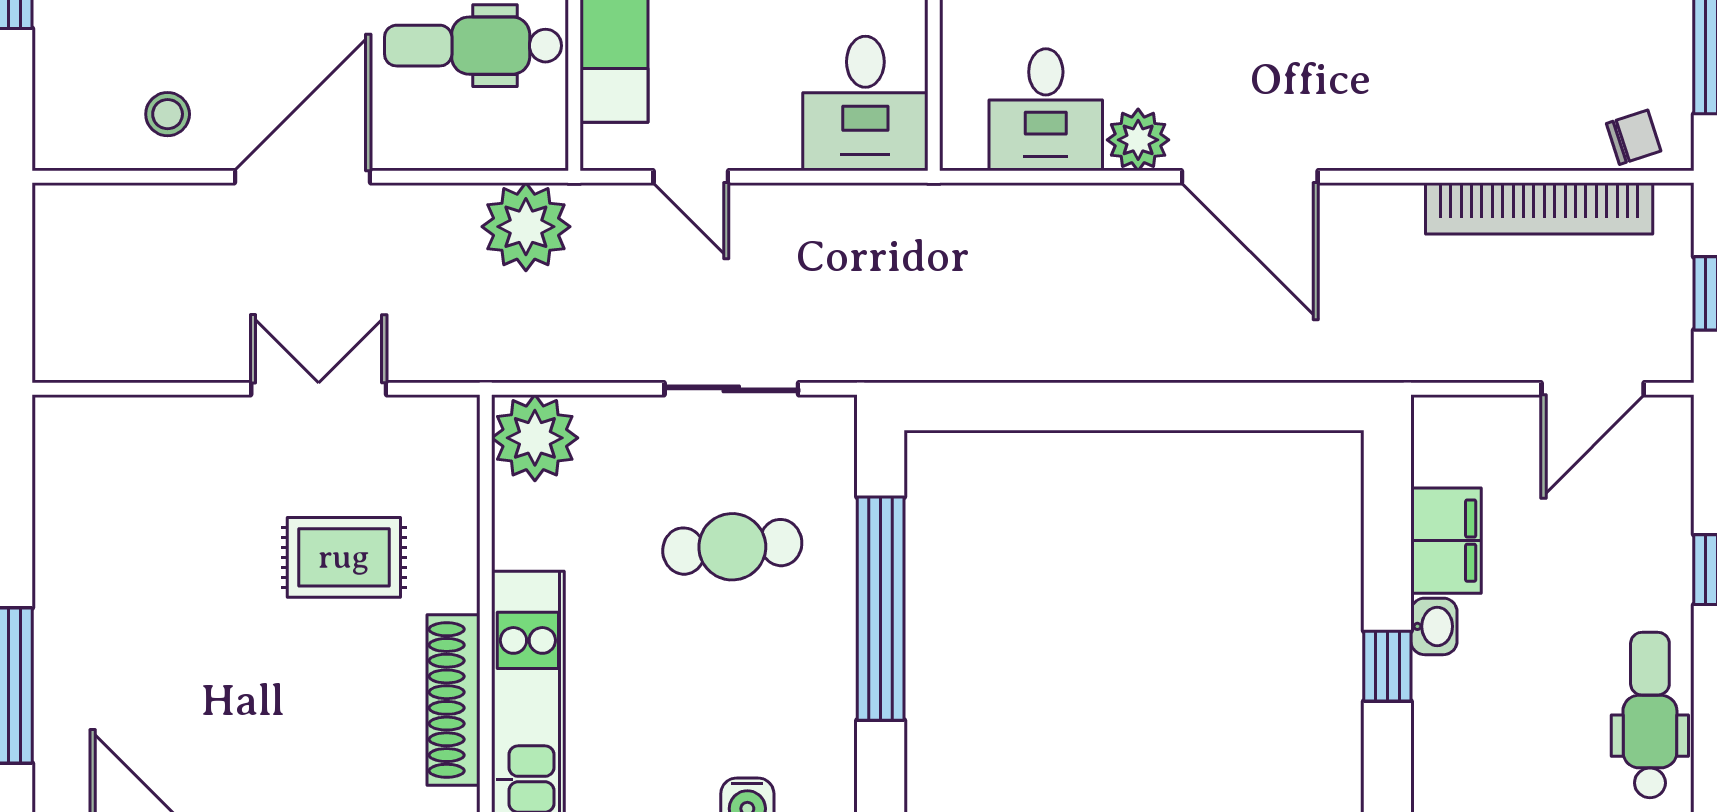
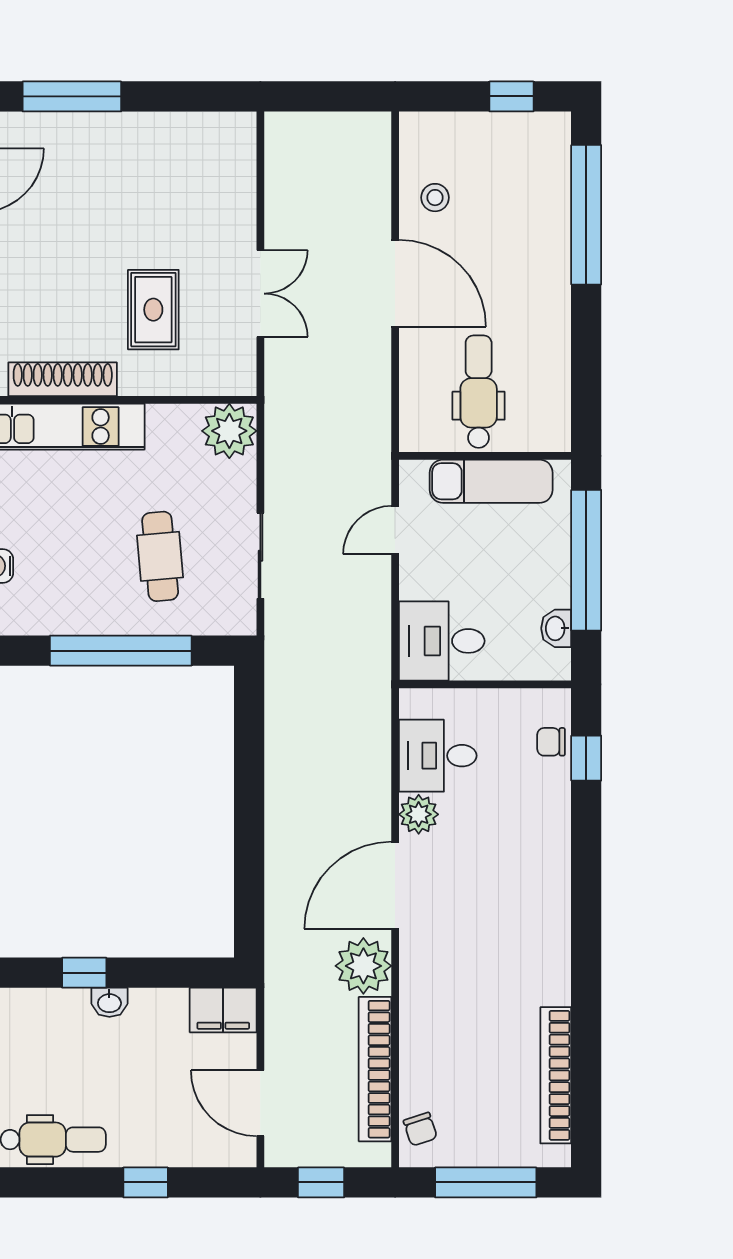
plant: (526, 227) -> (363, 966), moved
filing cabinet: (1446, 541) -> (223, 1010), moved

